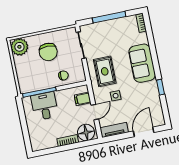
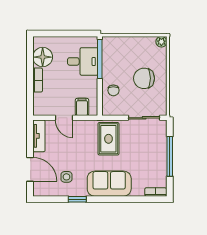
plant: (19, 47) -> (161, 42), width x0.53, depth x0.53
rug: (105, 71) -> (108, 139), turned 90
side table: (116, 96) -> (66, 177), moved
floor lamp: (86, 132) -> (43, 57), moved

